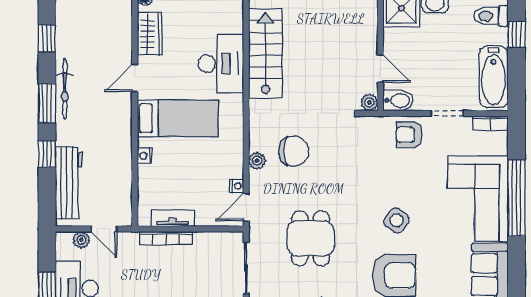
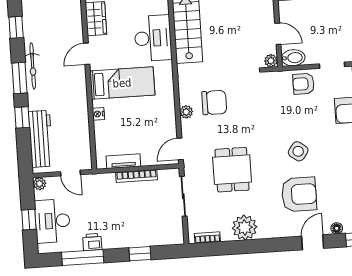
nightstand: (237, 186) -> (172, 133), removed
bookcase: (166, 238) -> (137, 176), moved
plant: (81, 240) -> (40, 184), moved

